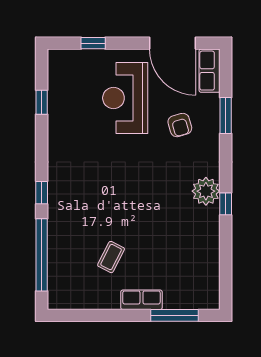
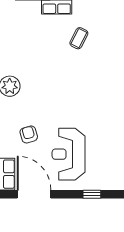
reception desk: (125, 98) -> (69, 154), turned 180

